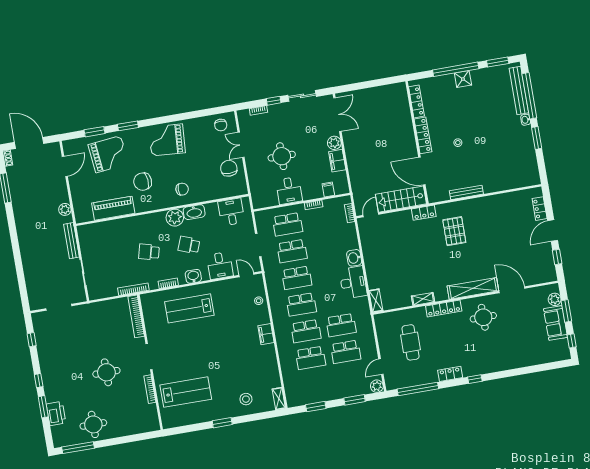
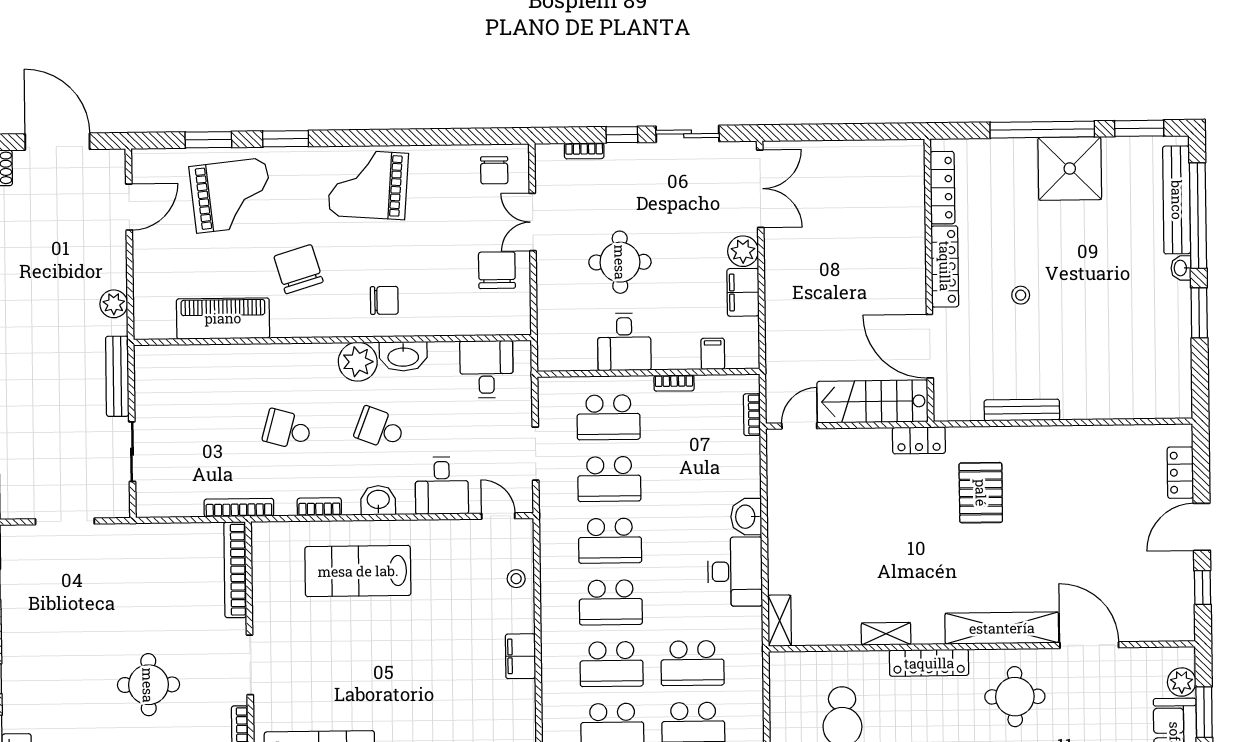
shower: (463, 79) -> (1070, 169), width x1.86, depth x1.86
chair: (143, 182) -> (299, 269), turned 77

